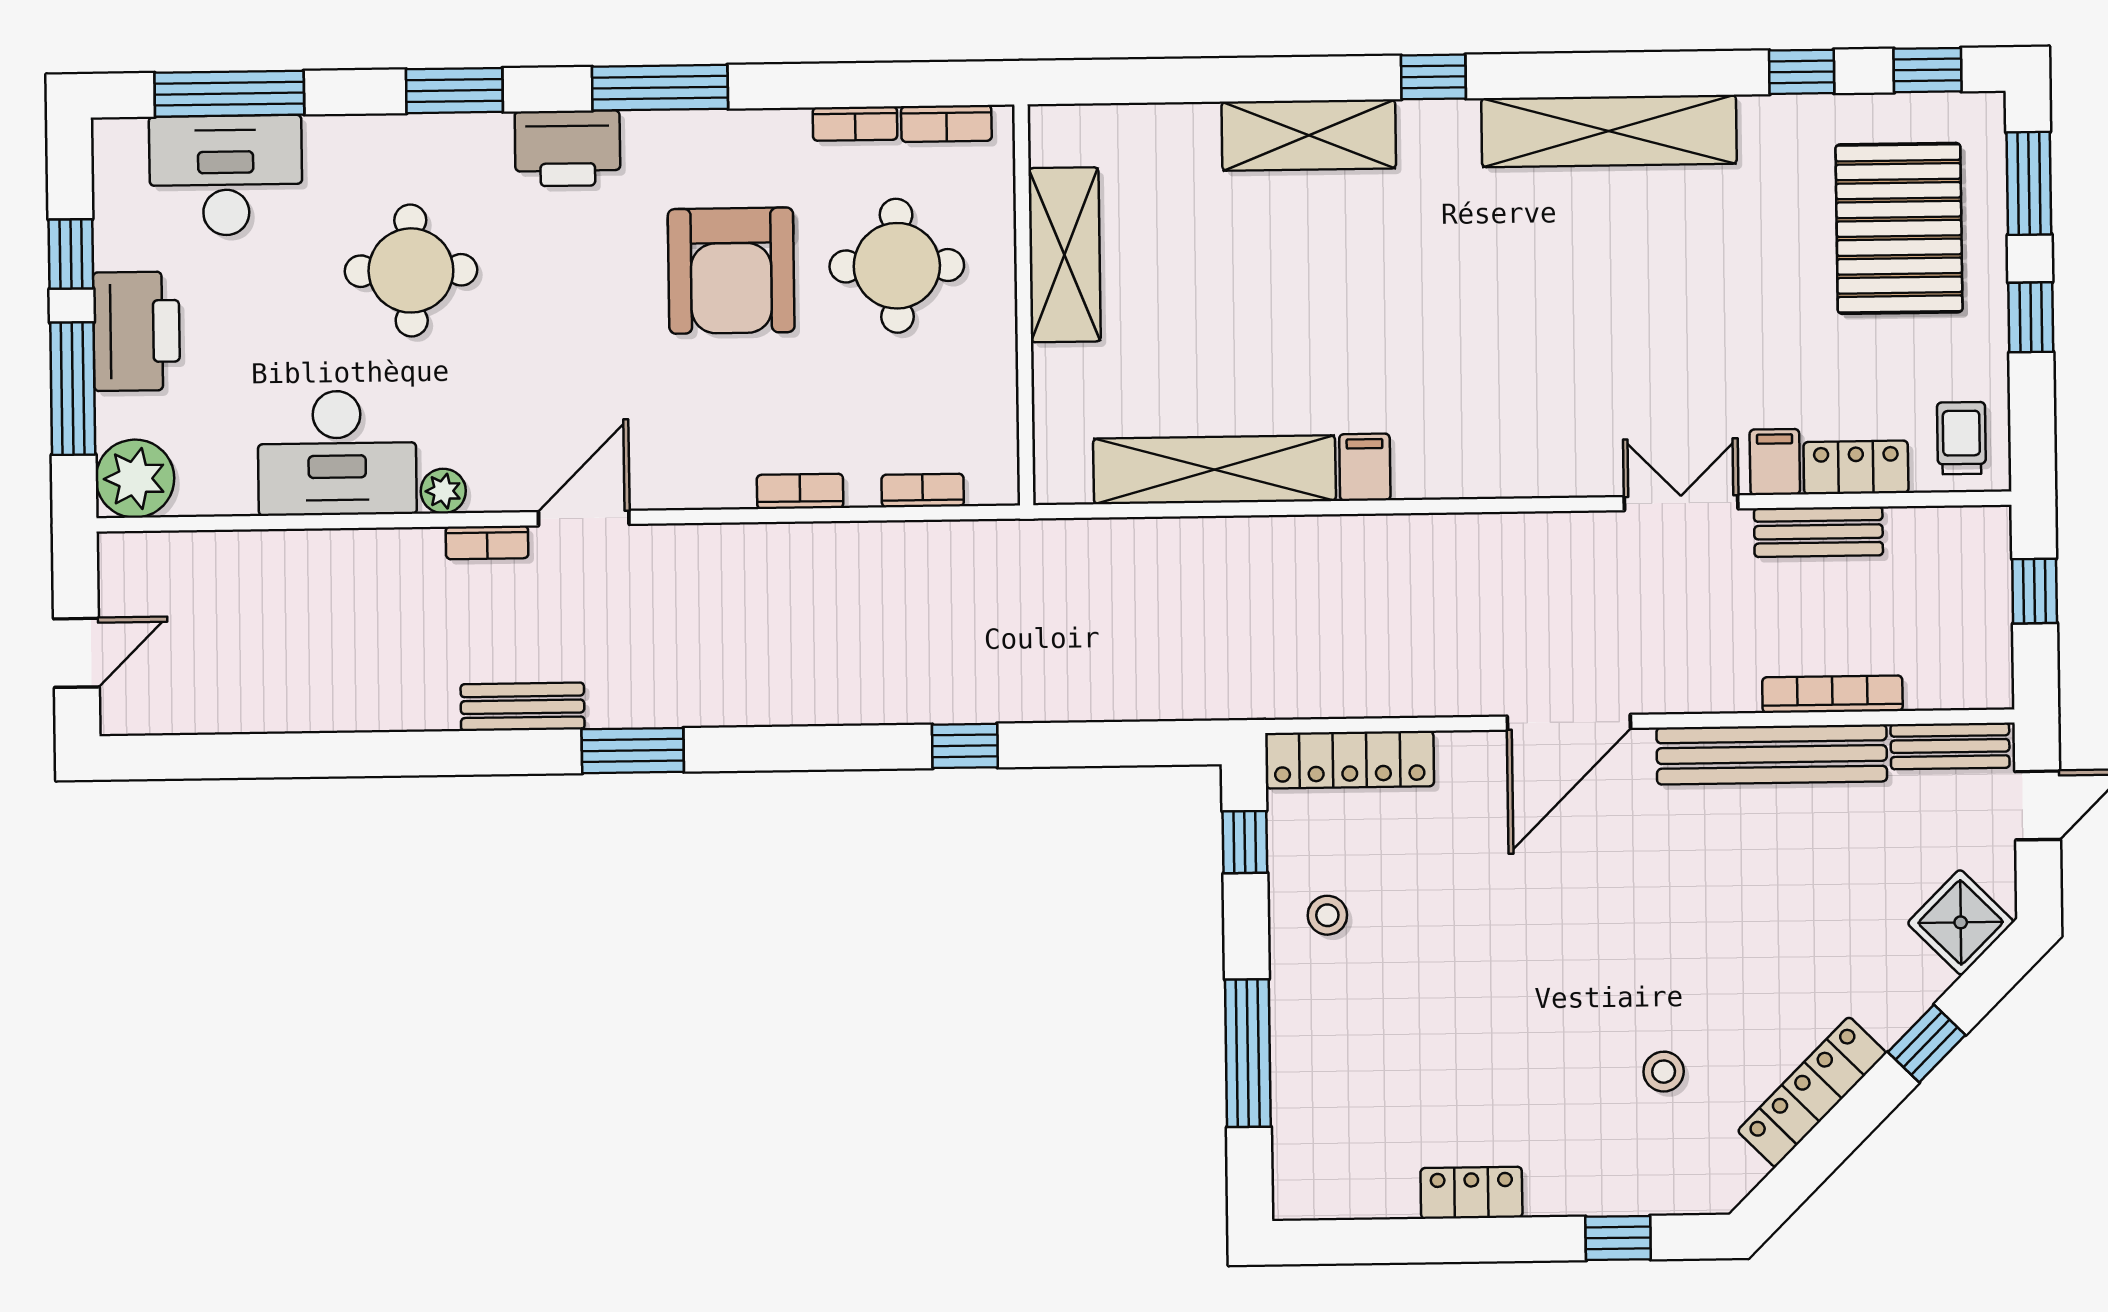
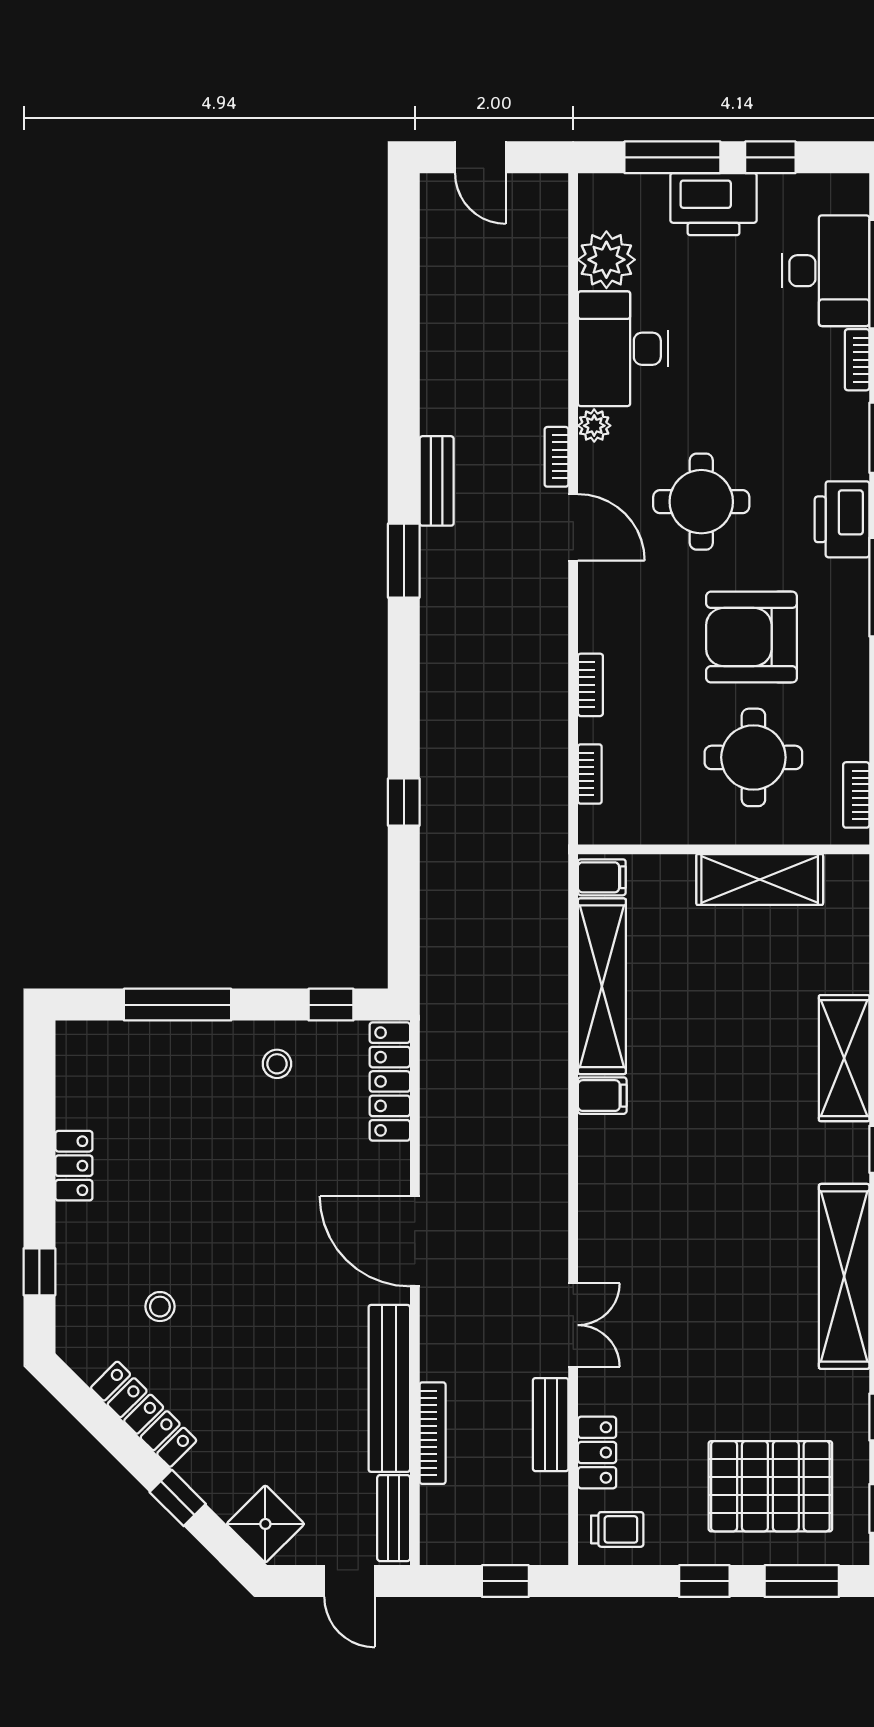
bookcase: (855, 124) -> (857, 360), moved
round table: (411, 270) -> (701, 502), moved
filing cabinet: (1775, 462) -> (602, 877), moved
plant: (135, 479) -> (606, 260), moved

